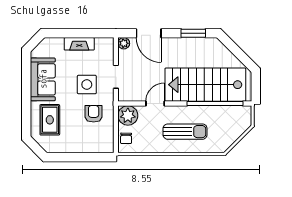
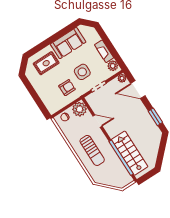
door: (149, 33) -> (138, 90), hinge flipped
plant: (102, 45) -> (113, 66), added
stairs: (205, 85) -> (130, 153), width x0.73, depth x0.66

